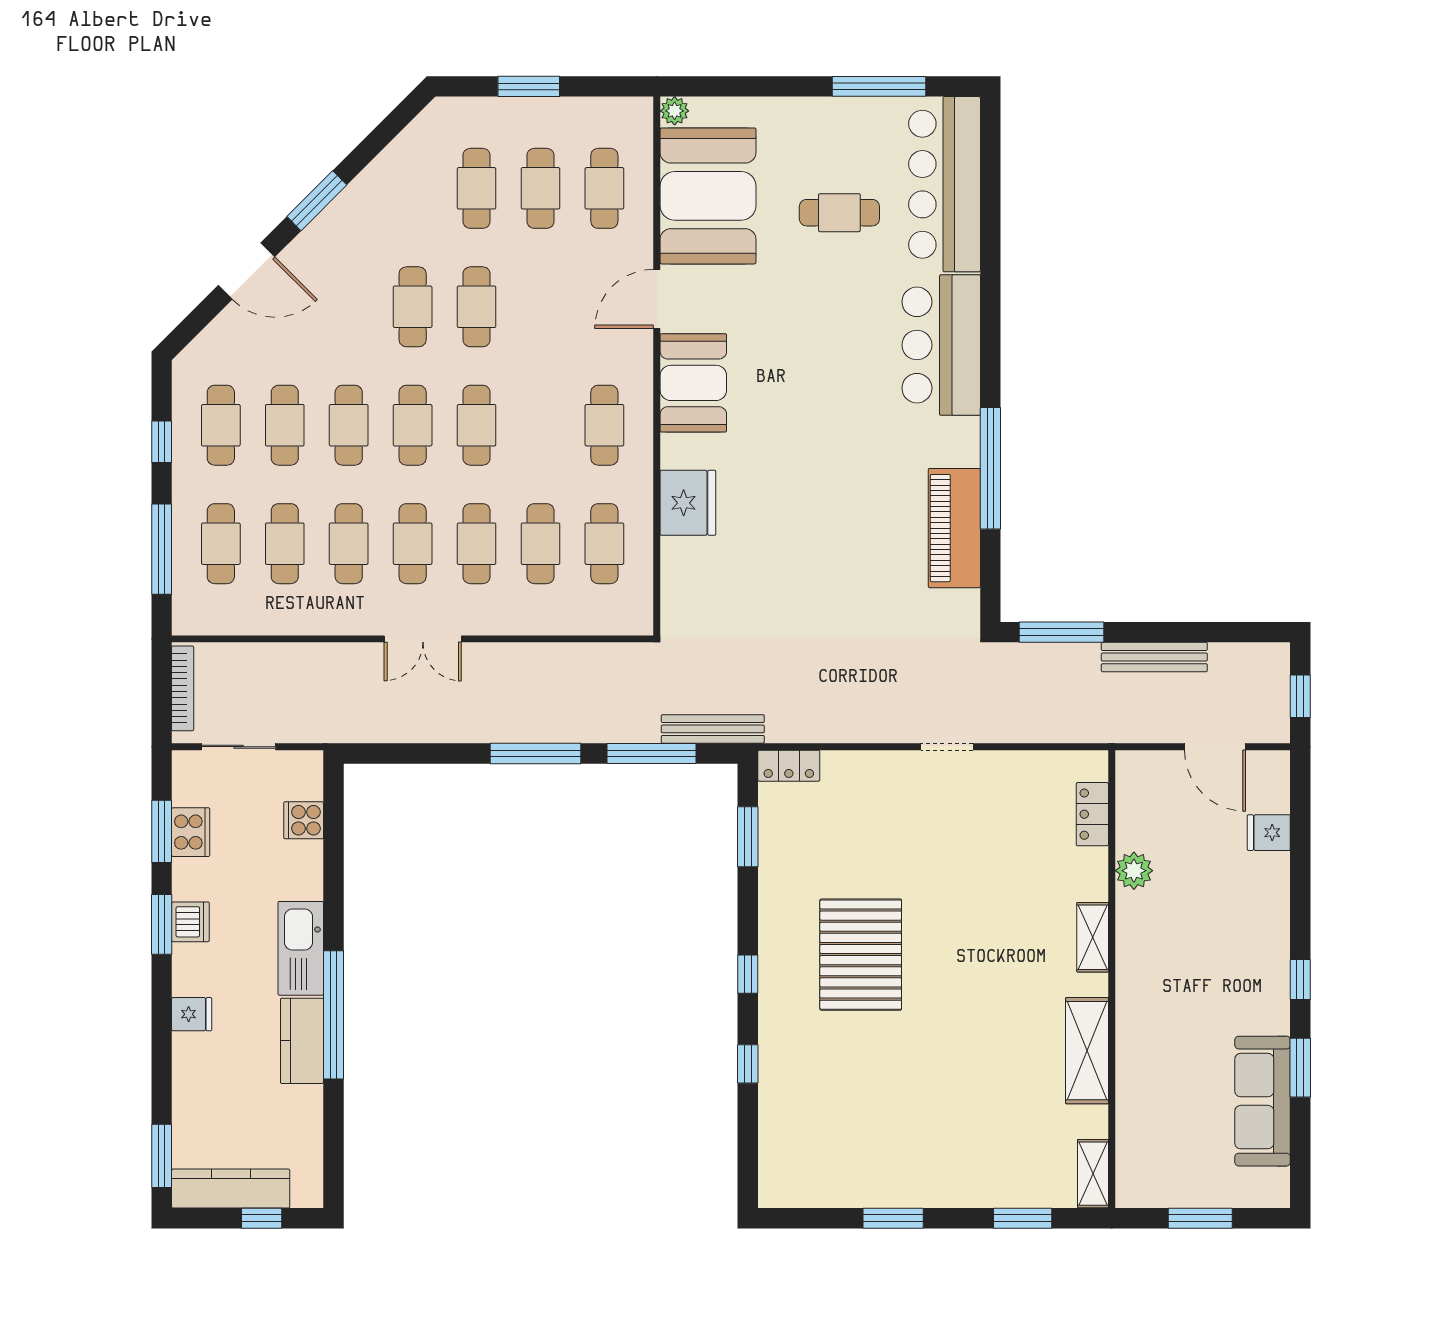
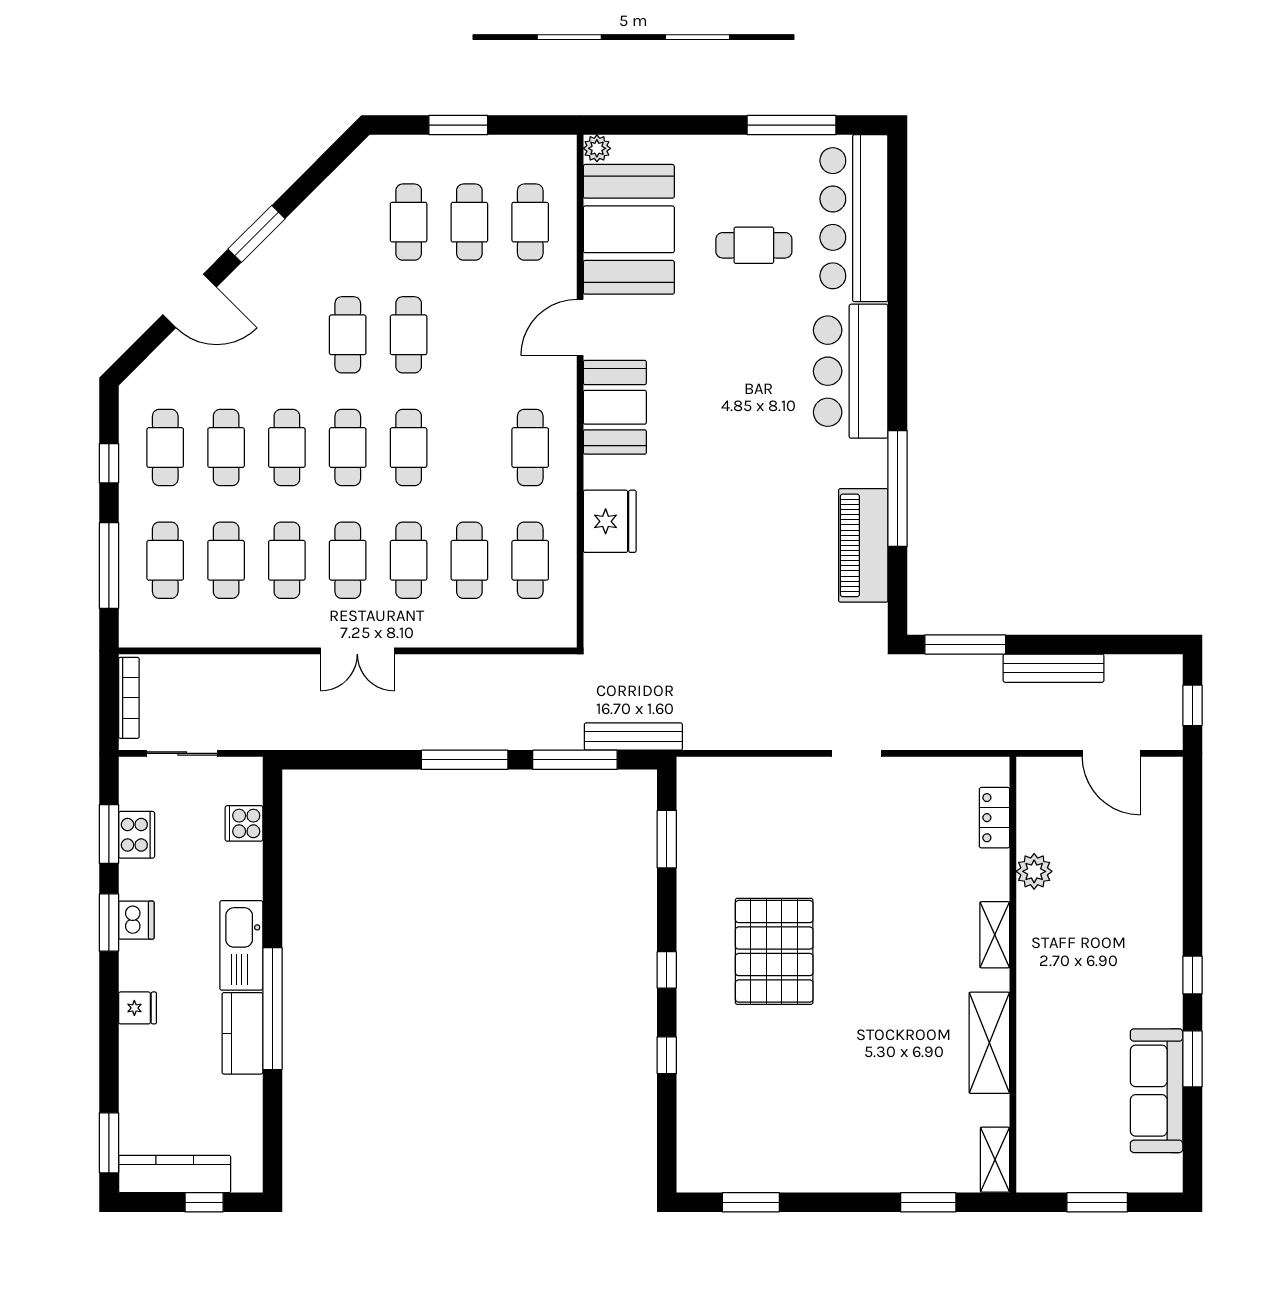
locker: (789, 766) -> (706, 772), removed
fridge: (1269, 833) -> (1162, 835), removed
window: (893, 1218) -> (751, 1202), moved

